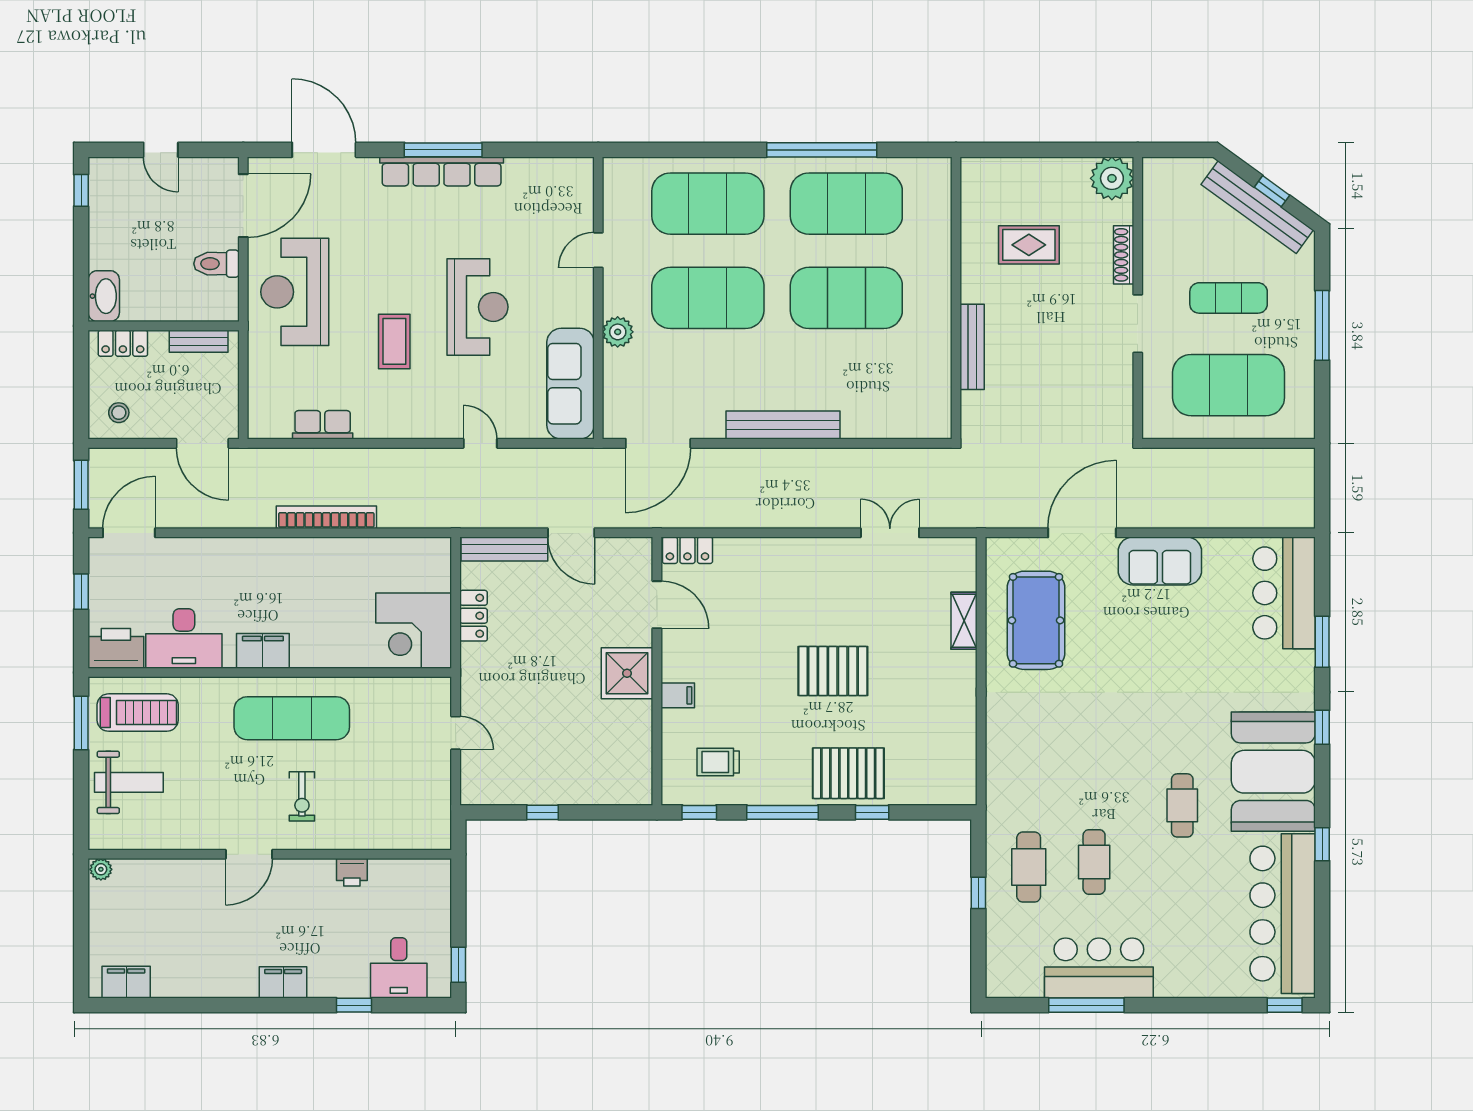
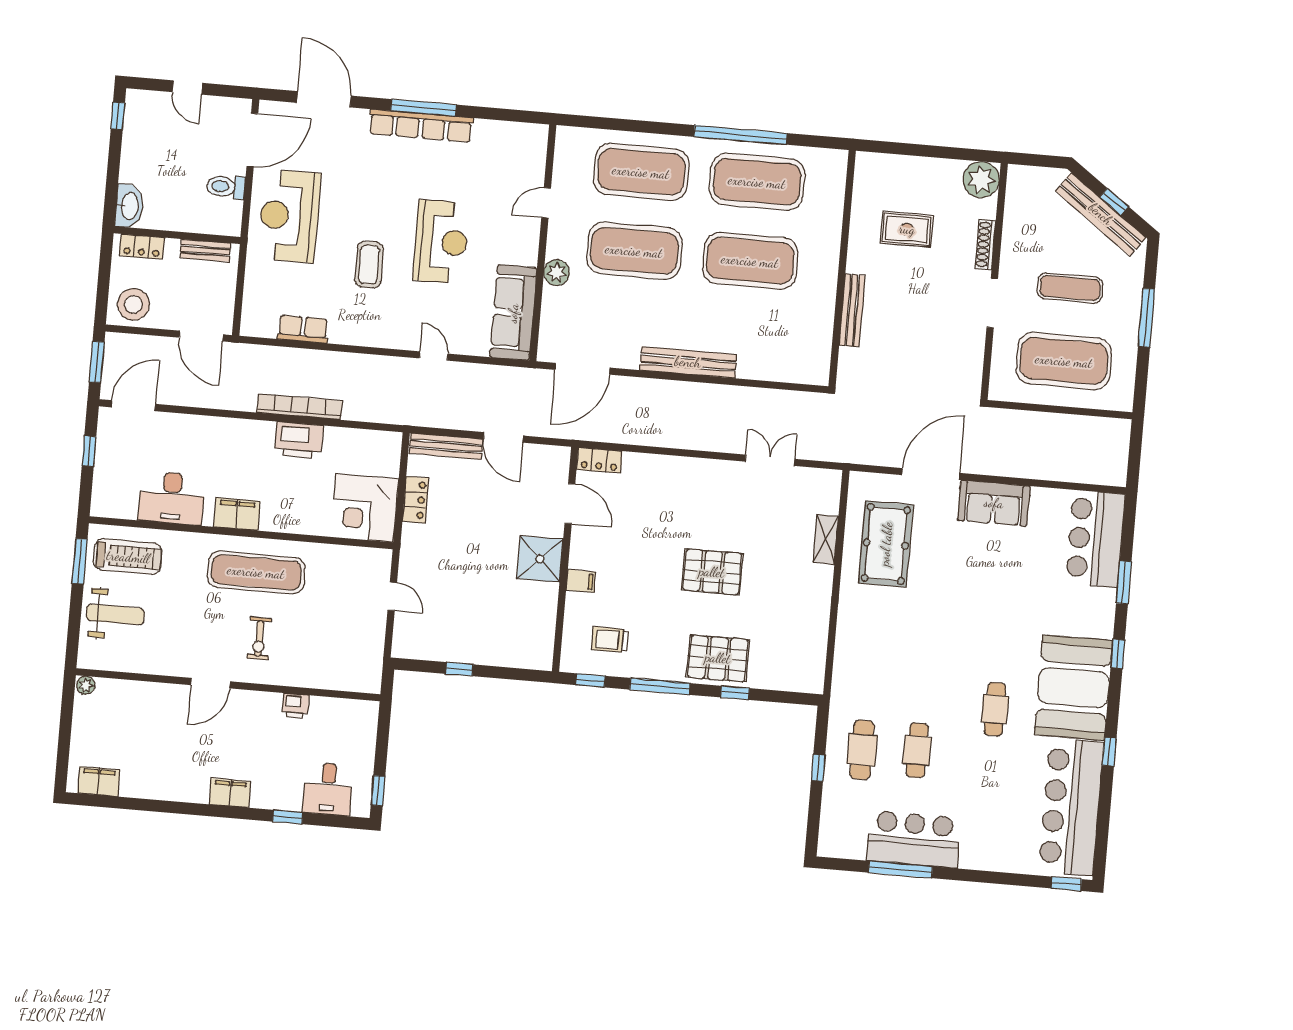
stool: (119, 413) -> (133, 304), width x1.89, depth x1.89
printer: (116, 648) -> (299, 440), moved, turned 180

